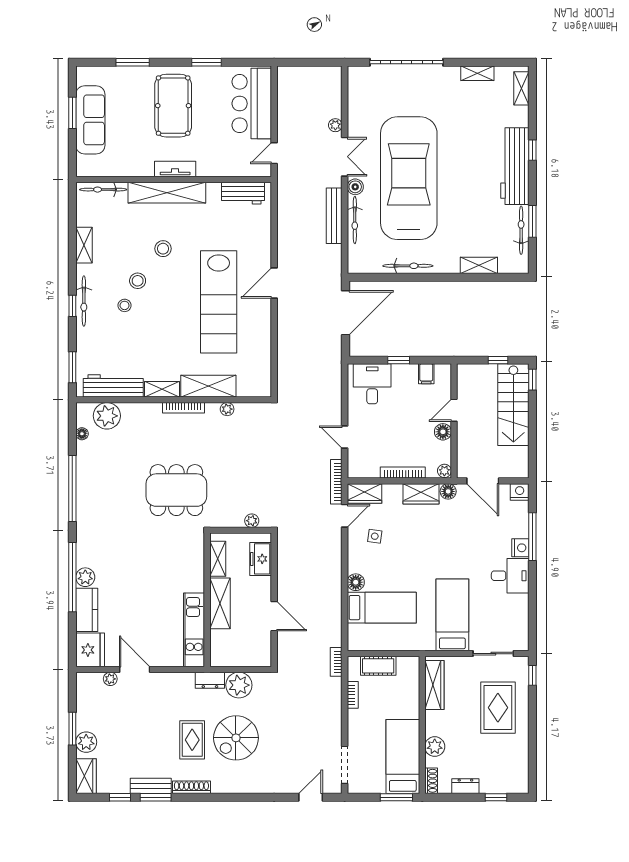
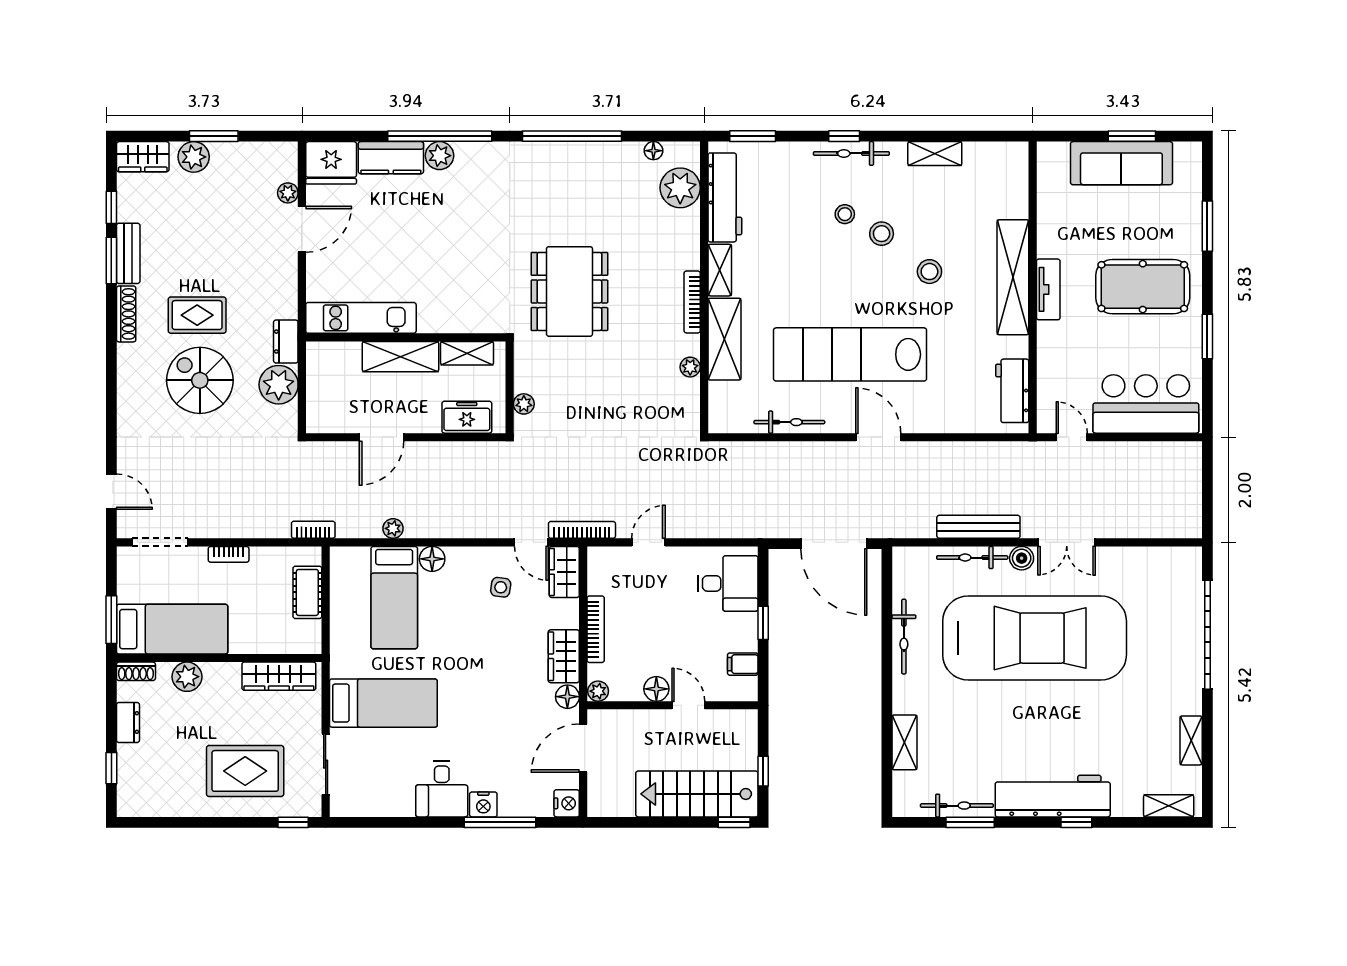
plant: (335, 125) -> (393, 528), moved
bicycle: (103, 190) -> (789, 422), moved, turned 90
bookcase: (353, 695) -> (229, 554), moved

